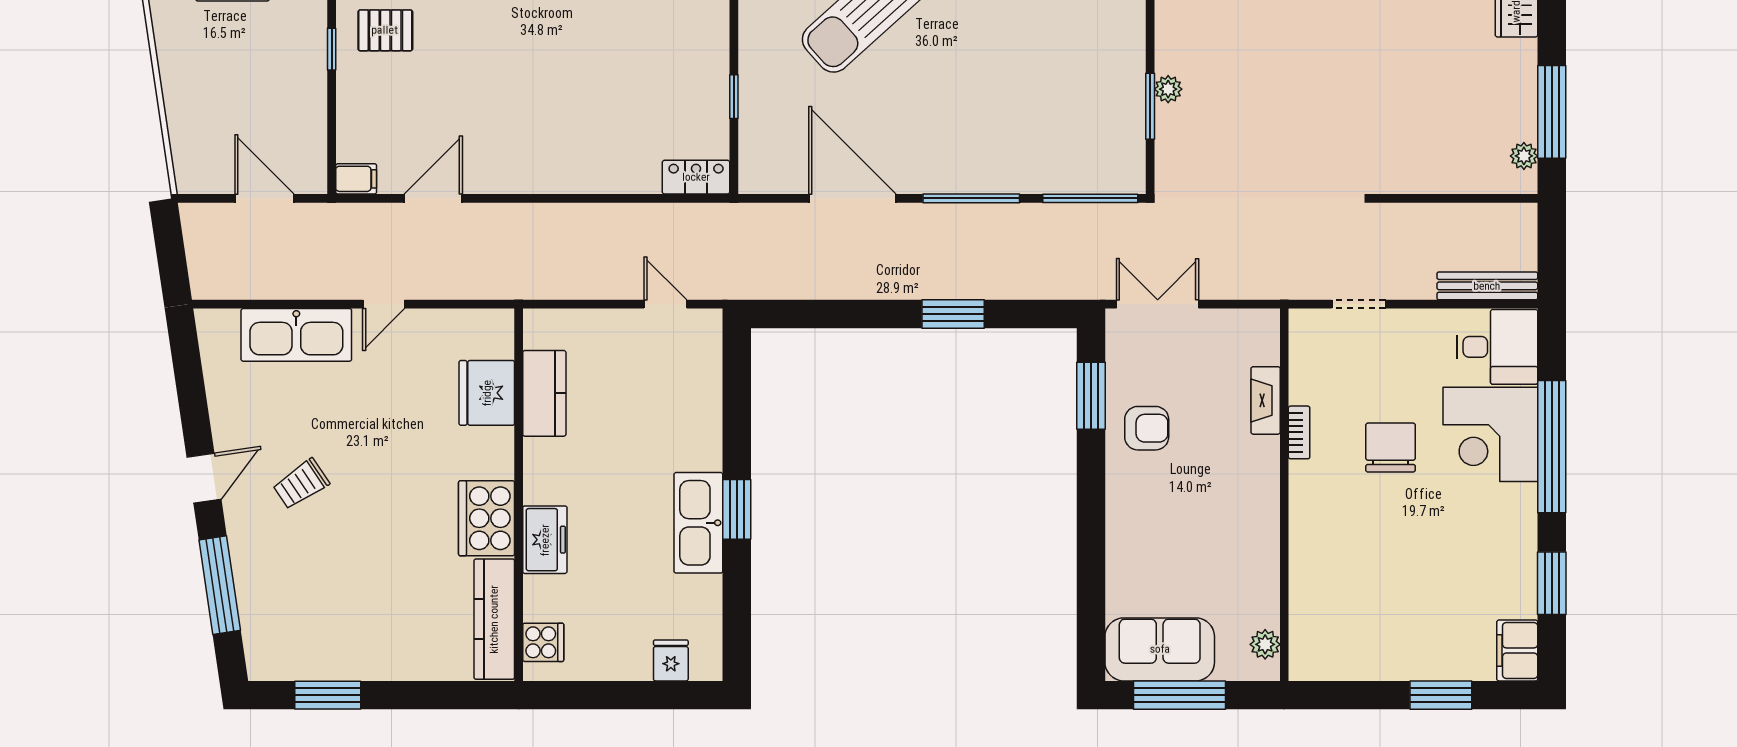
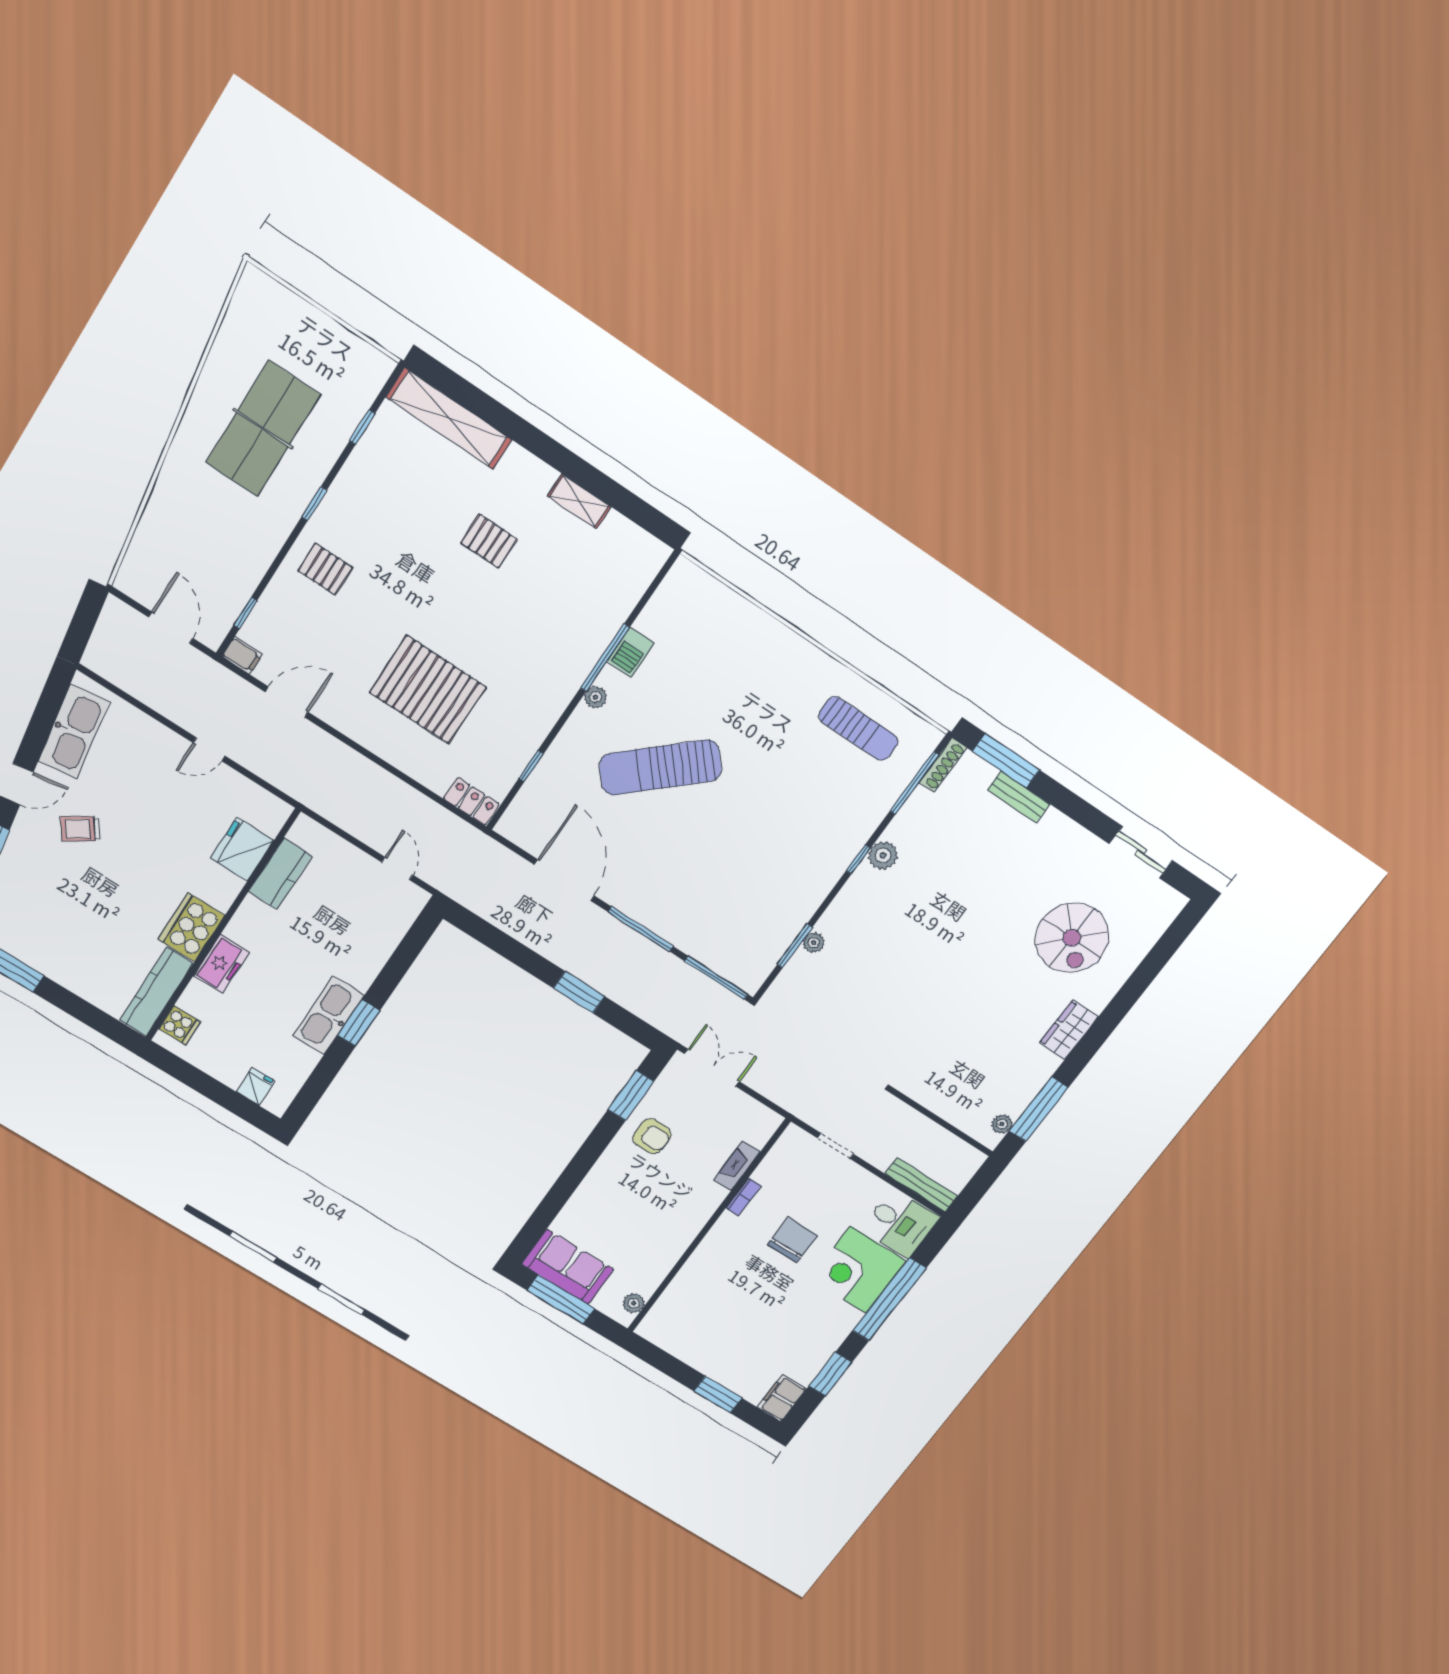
window: (332, 49) -> (245, 613), moved
pallet: (572, 87) -> (428, 690), added
kitchen sink: (296, 335) -> (74, 732), moved, turned -98

